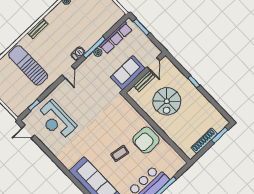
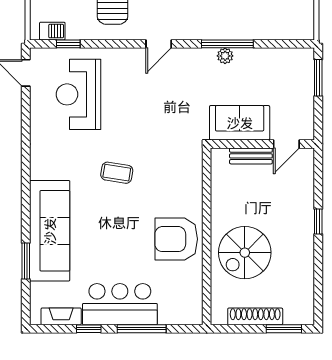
row of seats: (116, 38) -> (269, 59), removed
barbecue: (78, 54) -> (52, 31), moved
spiral stairs: (167, 101) -> (245, 253), moved
coffee table: (120, 153) -> (117, 173), moved

